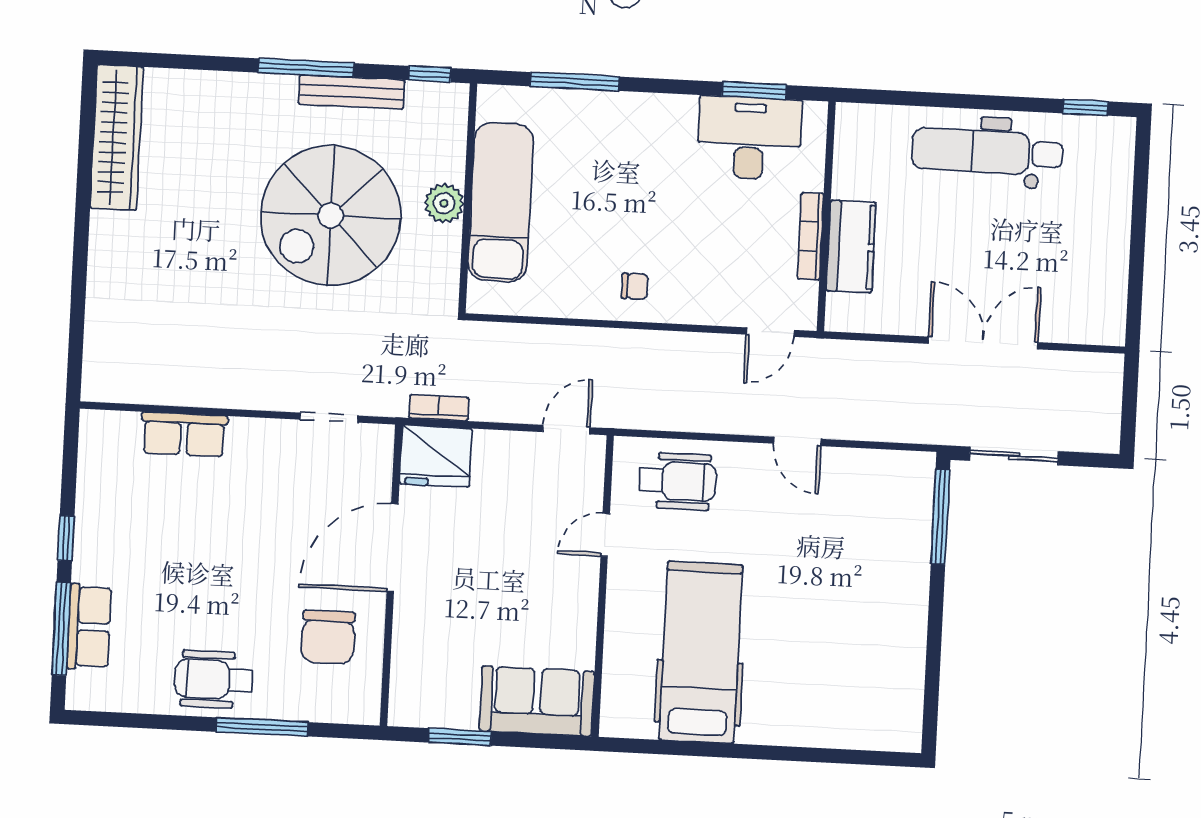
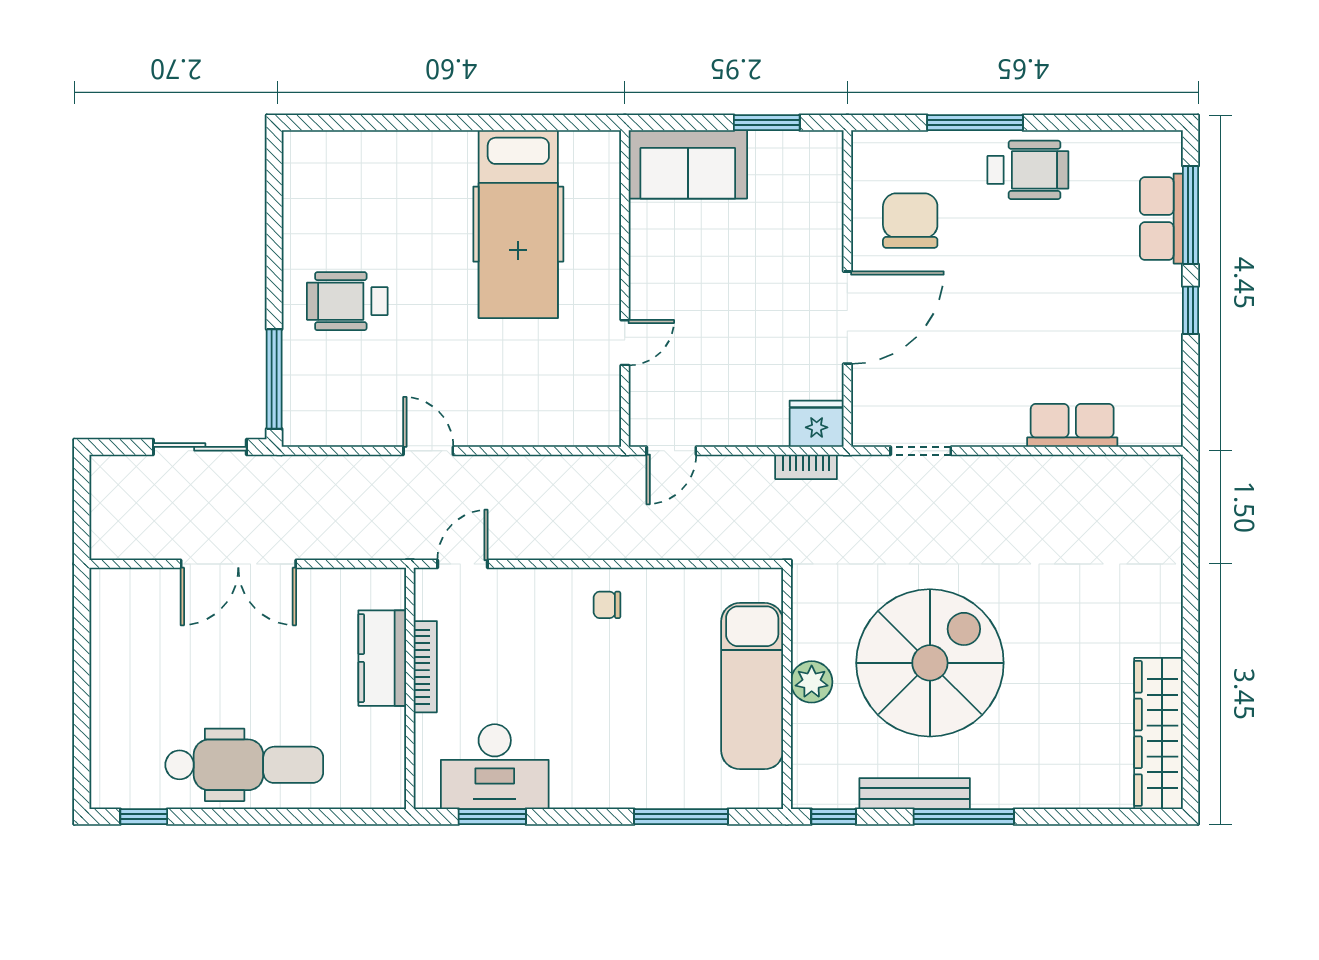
fridge: (436, 456) -> (817, 424), width x0.73, depth x0.75
wheelchair: (678, 481) -> (347, 301), moved

